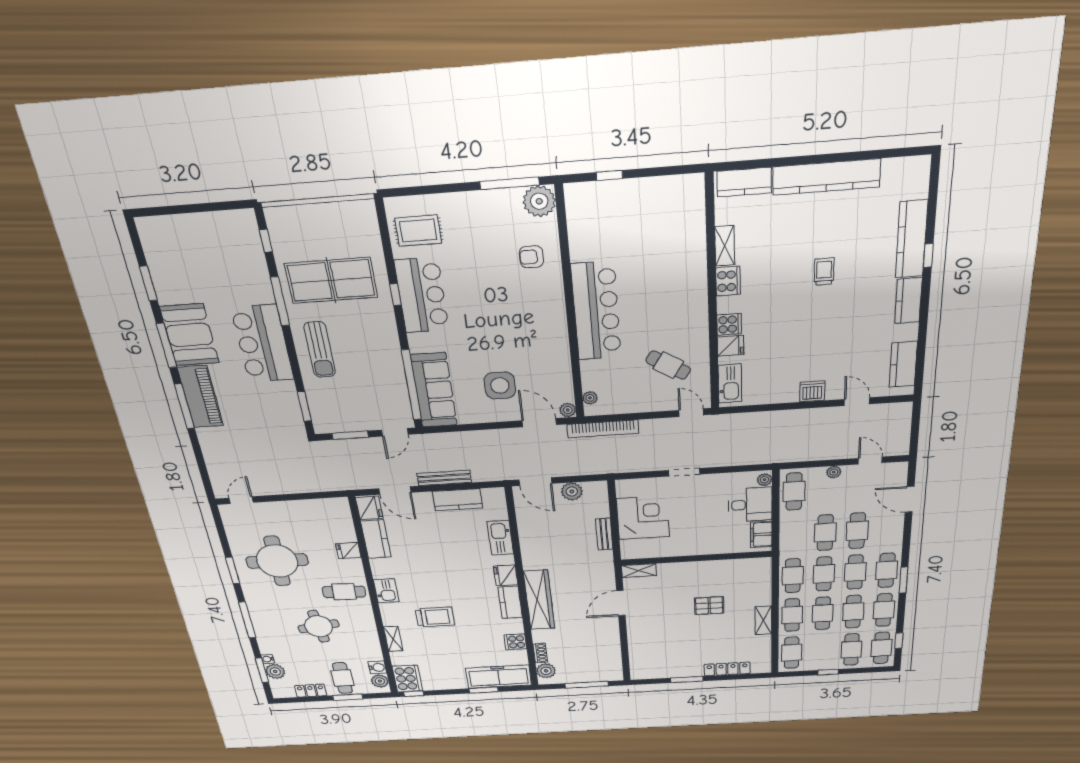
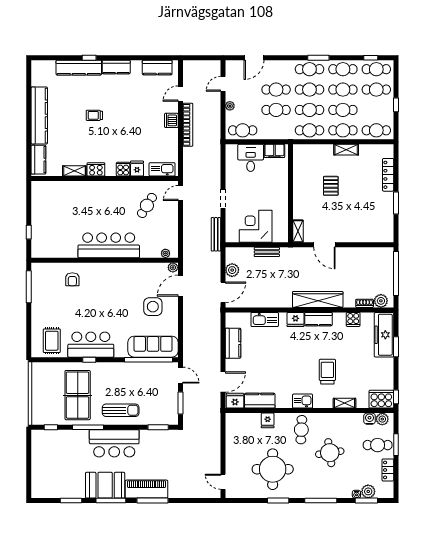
plant: (539, 201) -> (40, 272), removed
bookcase: (603, 429) -> (188, 125), moved
bench: (444, 478) -> (216, 234), moved
plant: (765, 480) -> (232, 149), removed
window: (587, 685) -> (396, 274), width x1.46

